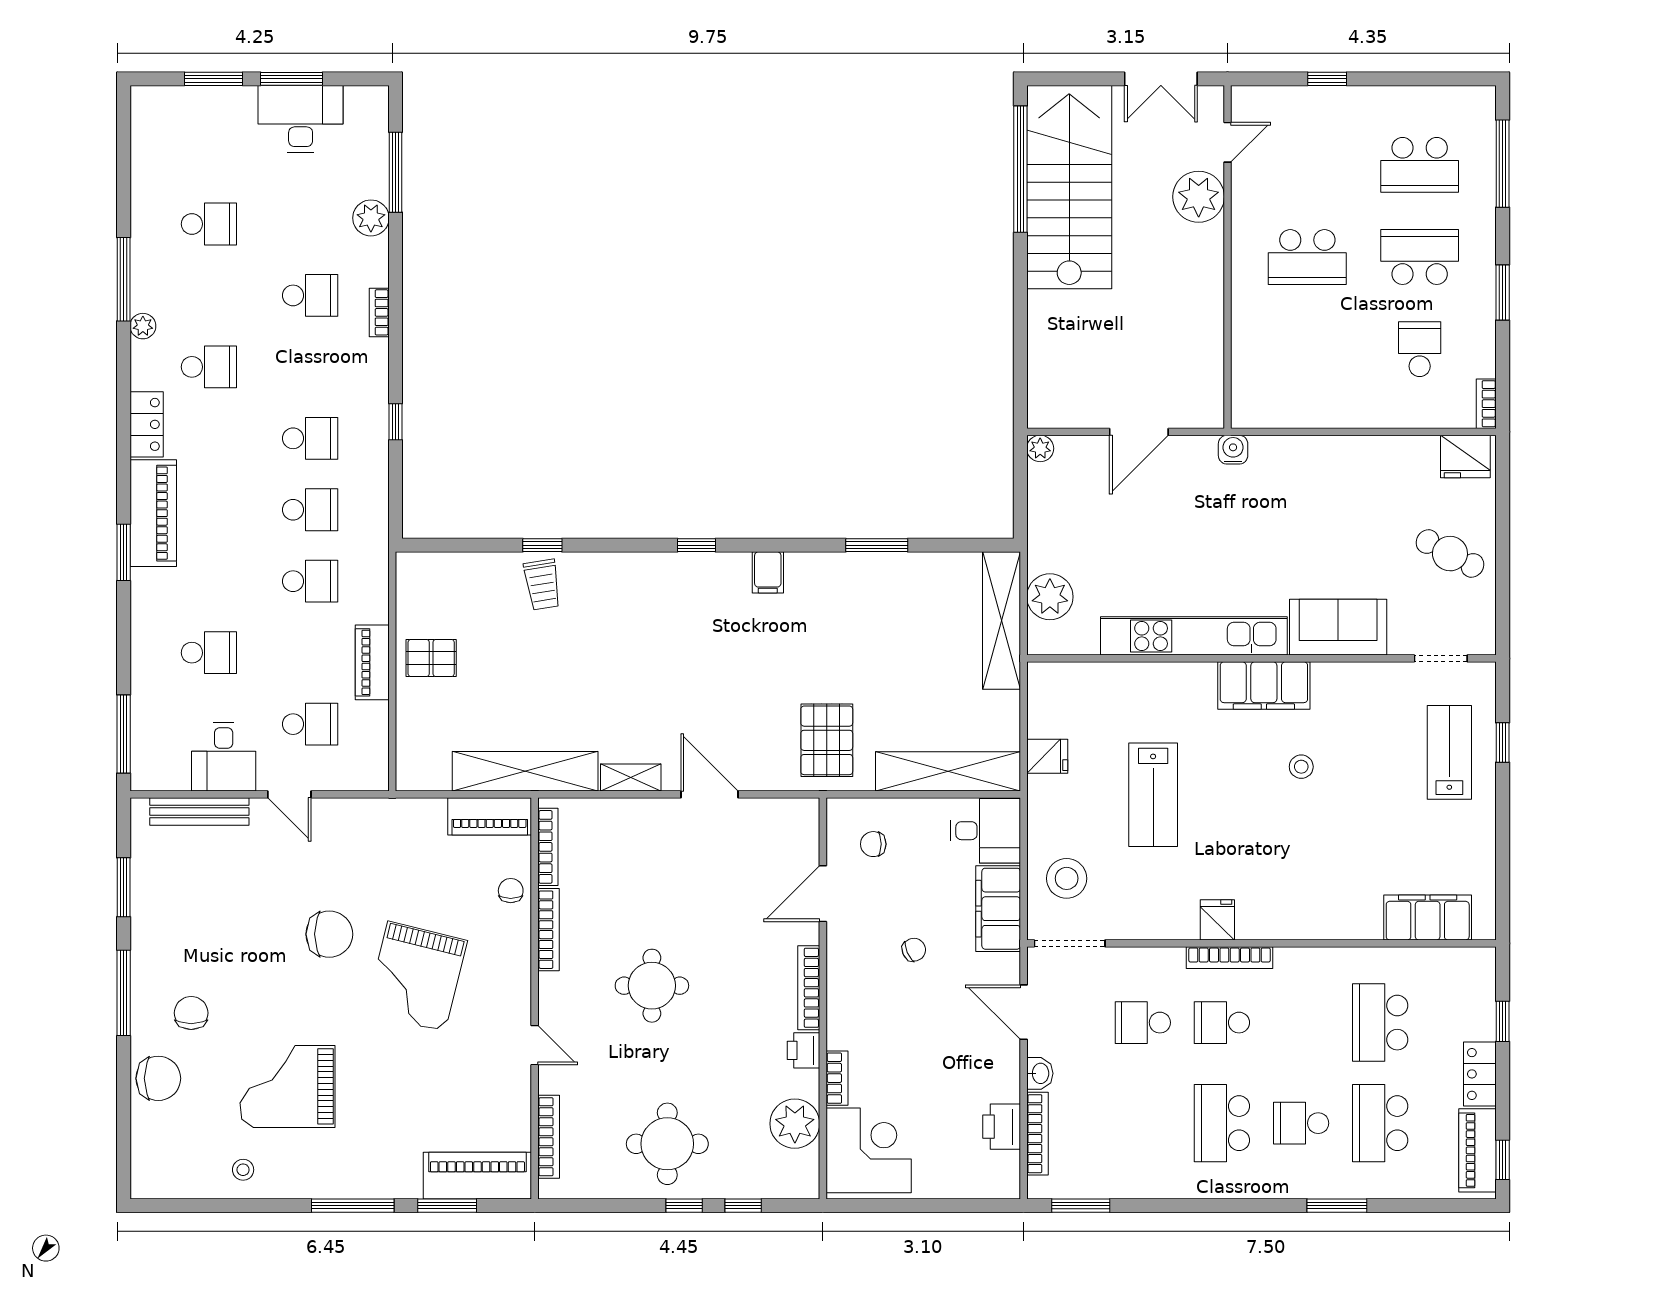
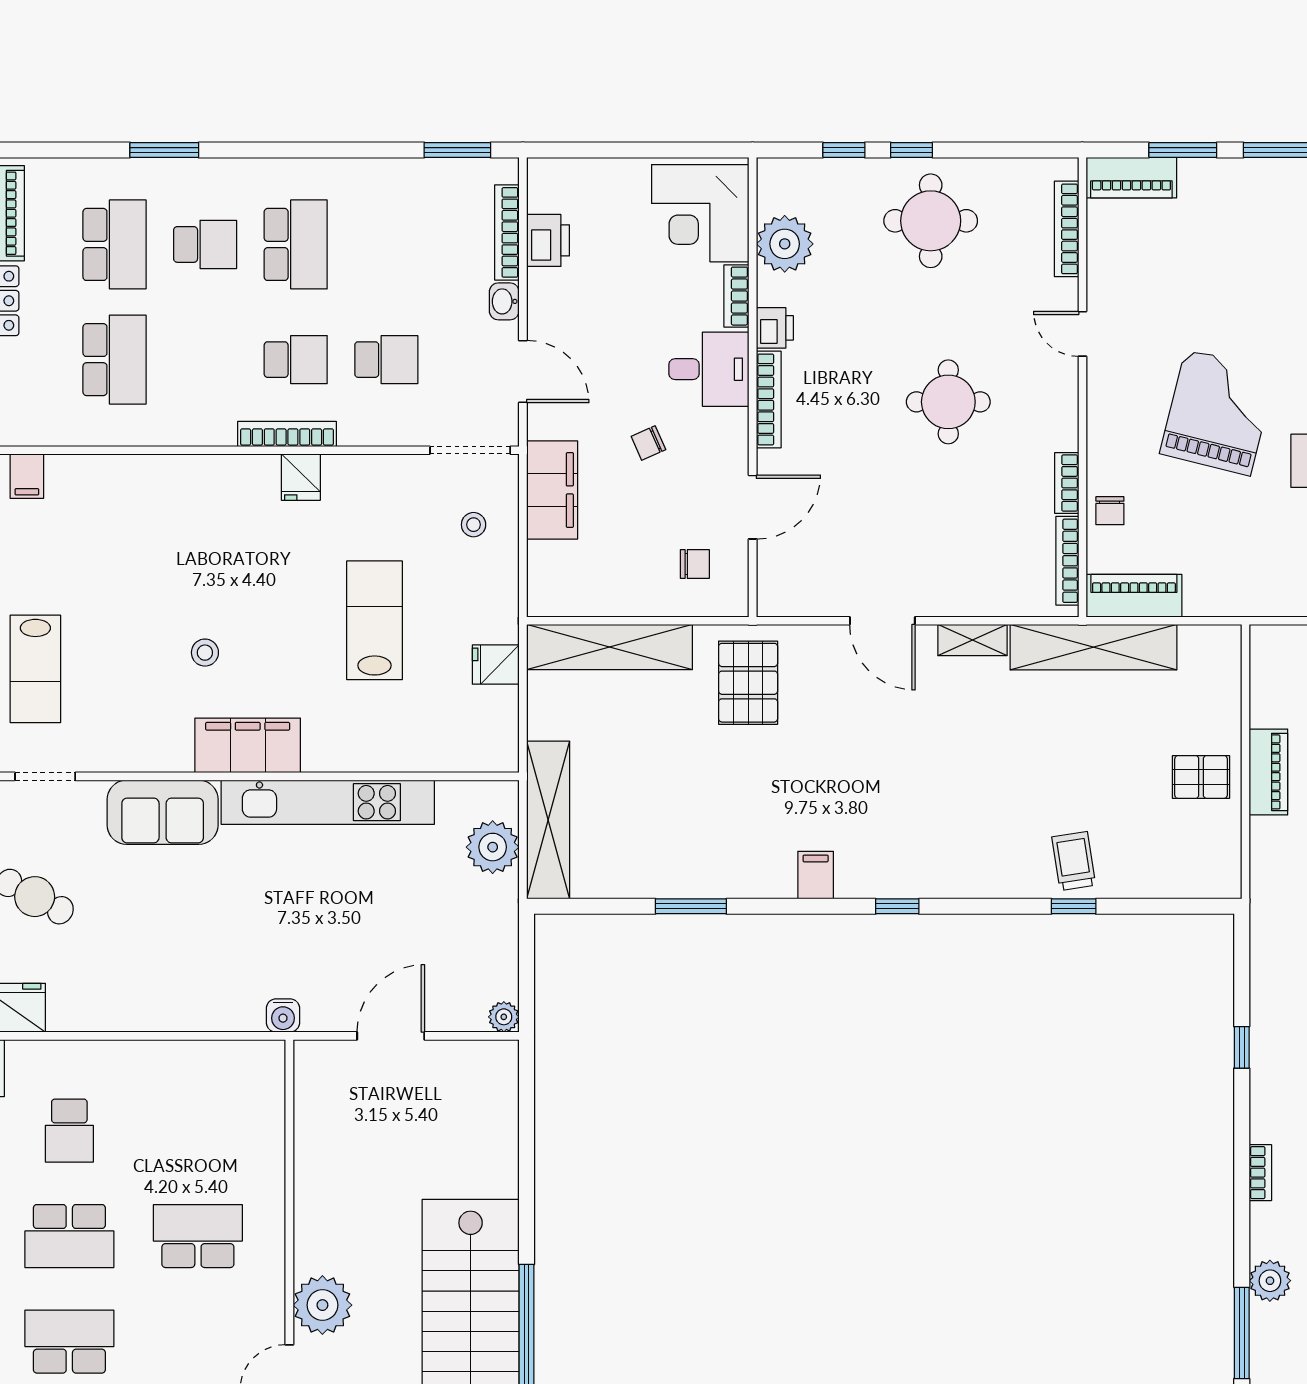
desk: (985, 831) -> (709, 369), moved, turned 180
stool: (1067, 878) -> (474, 525), width x0.53, depth x0.53
filing cabinet: (1428, 917) -> (27, 476), width x0.33, depth x0.86
bookcase: (549, 930) -> (1067, 483), width x0.64
piano: (477, 1176) -> (1131, 178), width x0.73, depth x0.75

